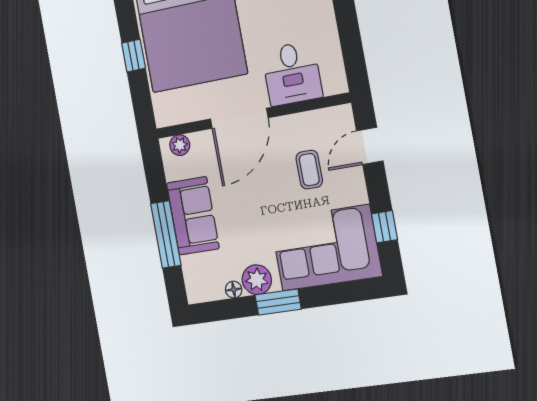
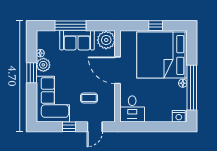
desk: (292, 73) -> (132, 109), moved, turned -90
plant: (180, 145) -> (106, 40), width x1.87, depth x1.87
door: (370, 146) -> (95, 127), swing flipped
window: (384, 227) -> (69, 127), moved

